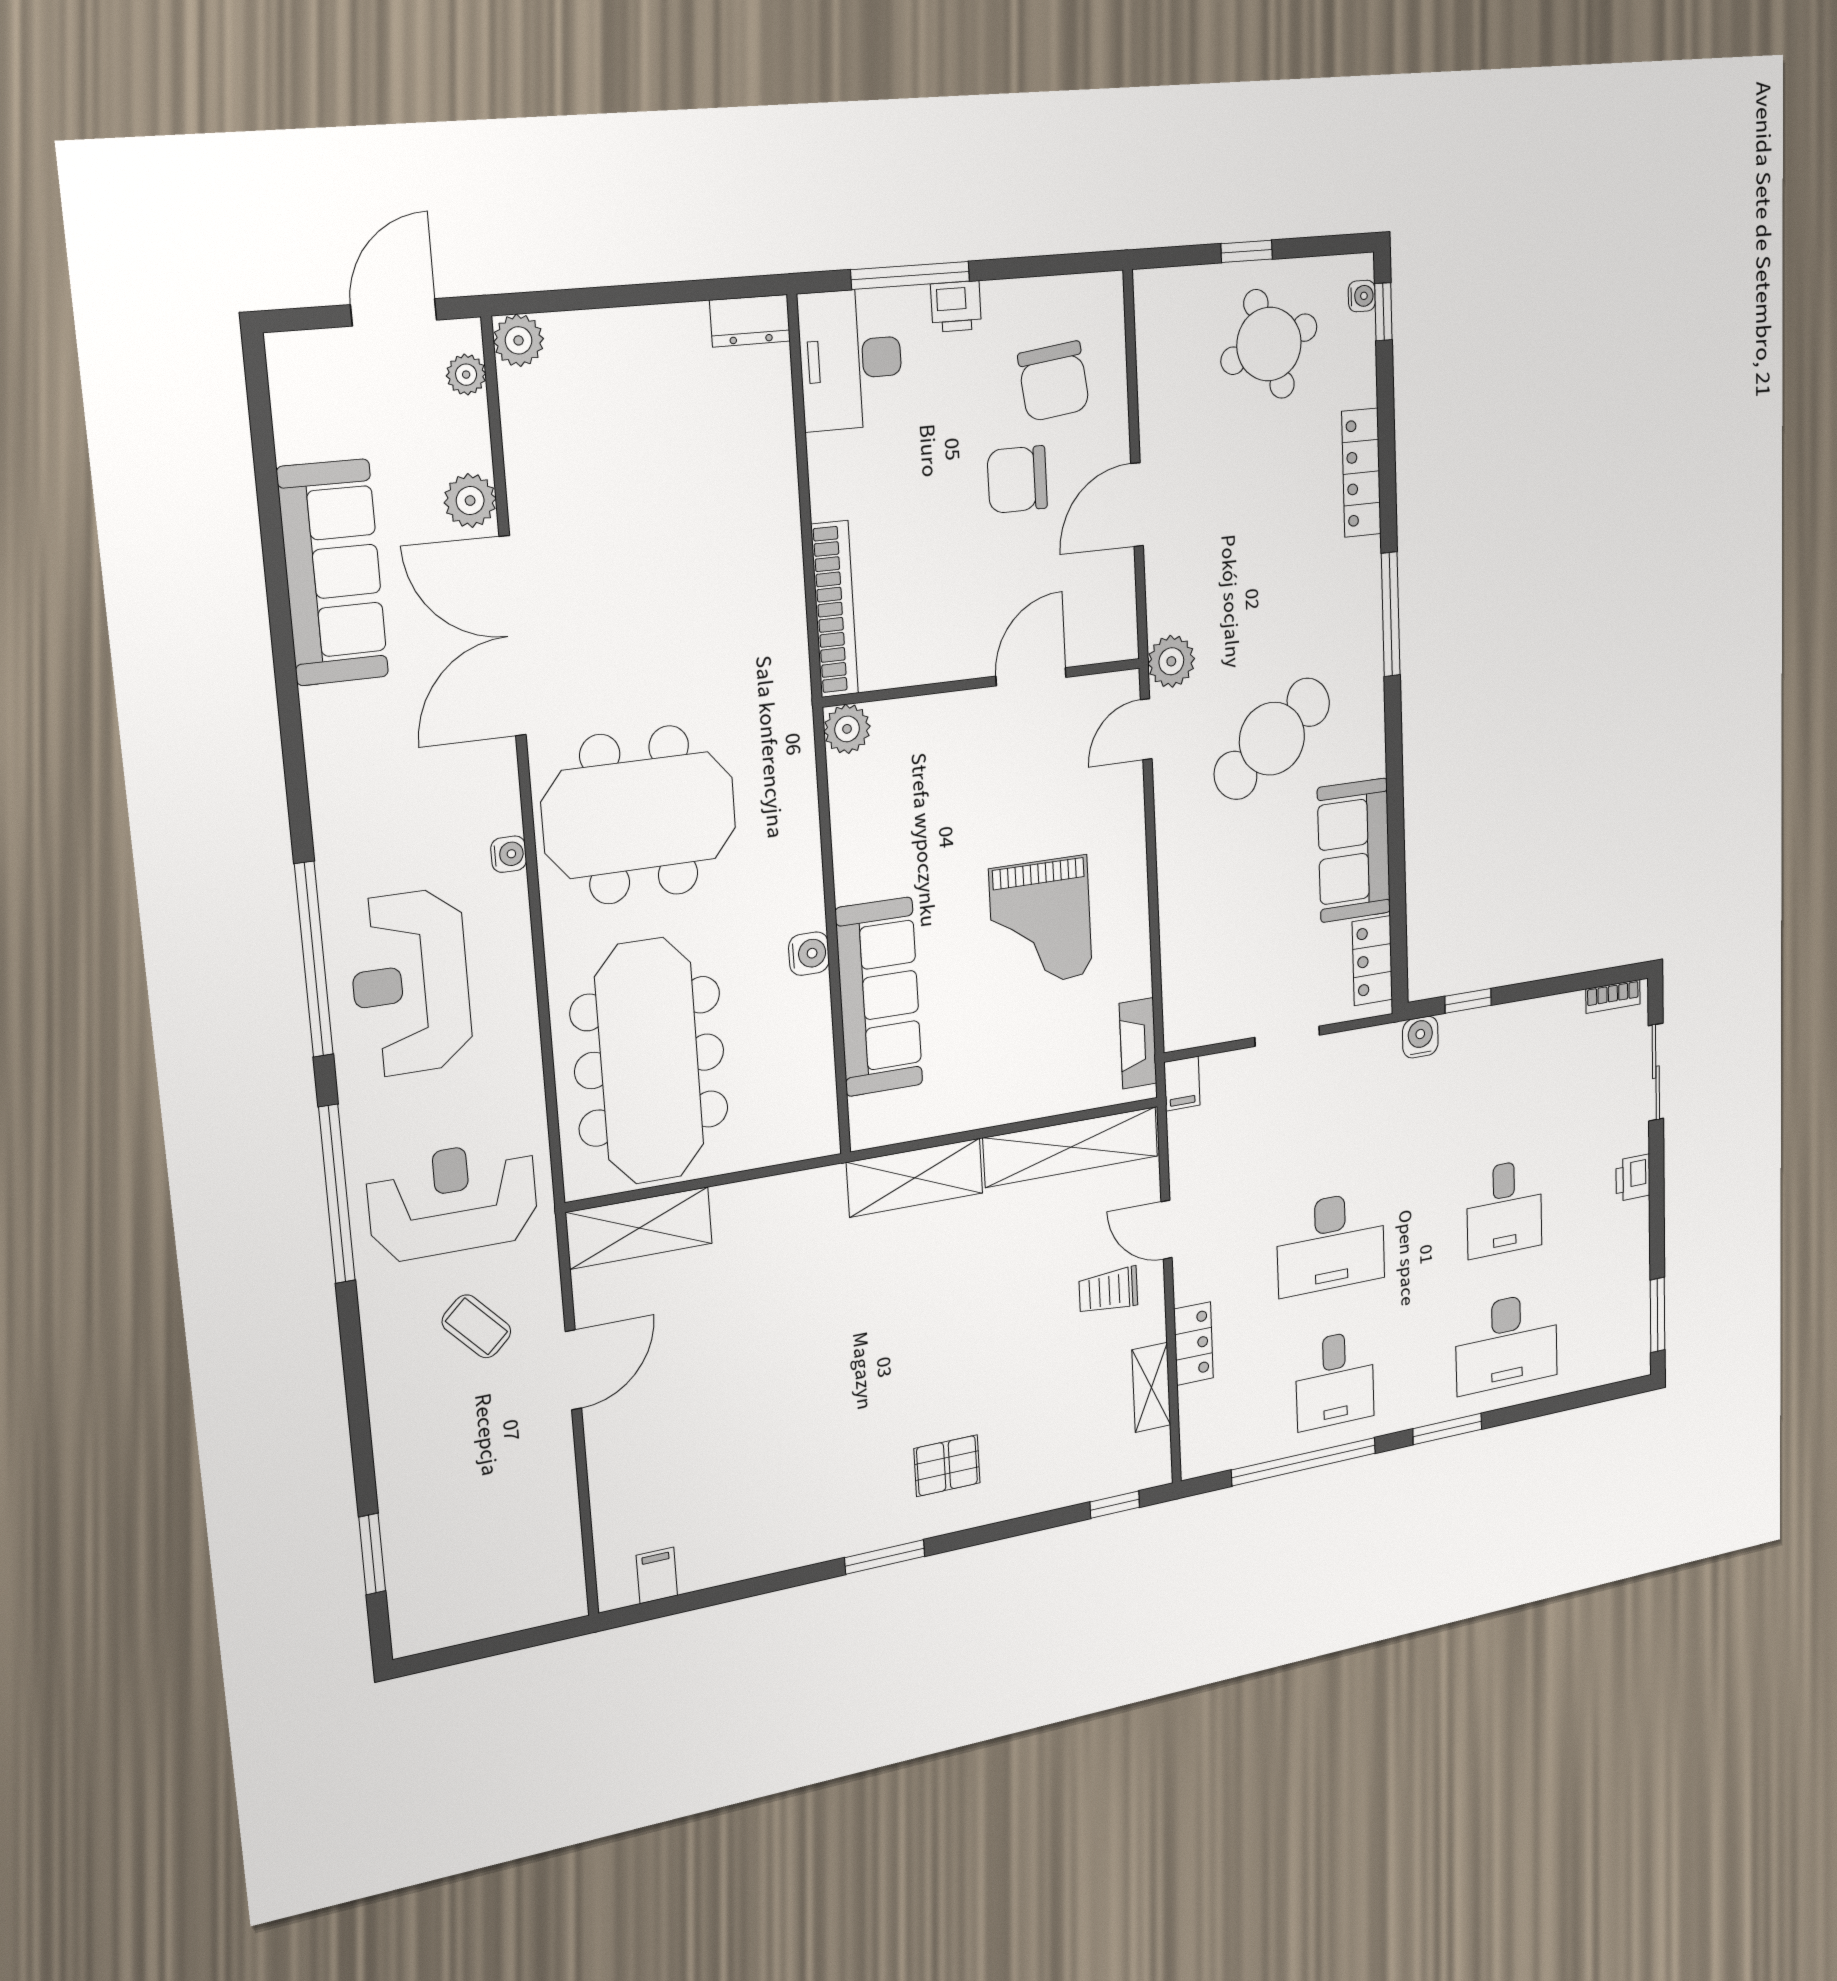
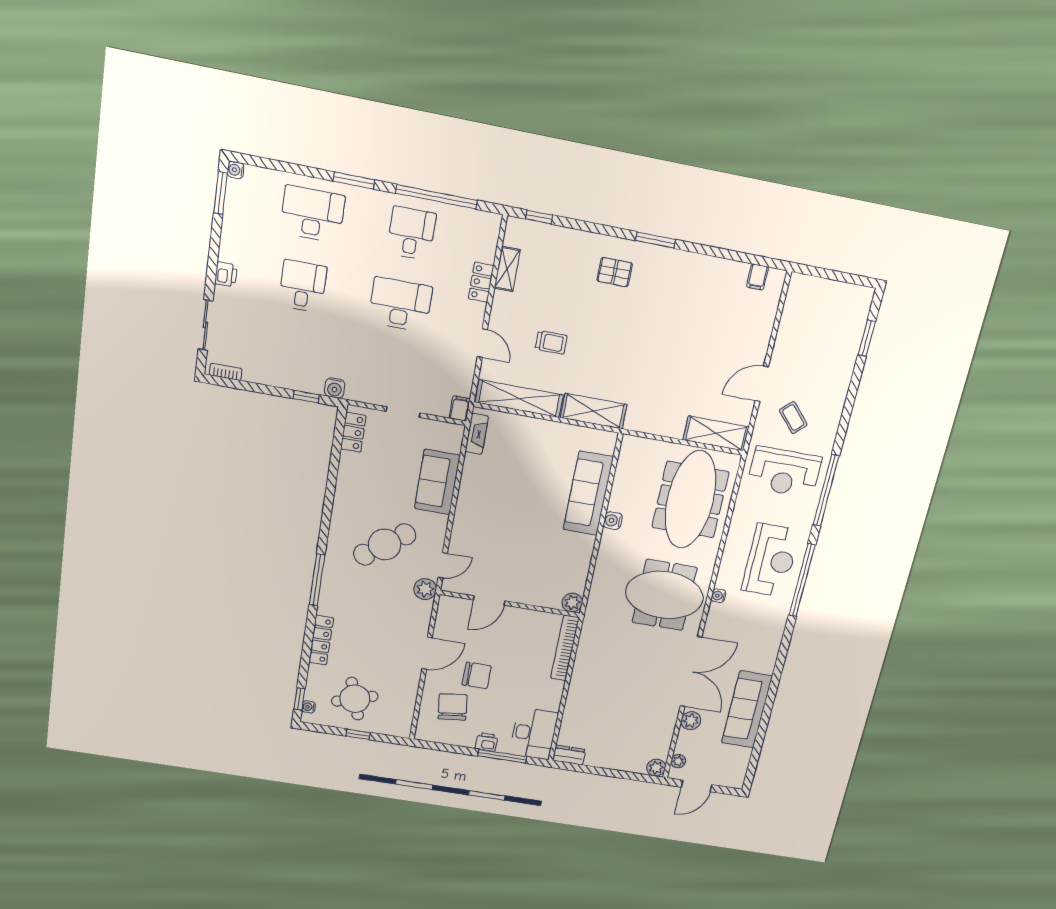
sofa: (1354, 850) -> (437, 482), moved, turned 180
grand piano: (1041, 922) -> (509, 501), removed
trolley: (1108, 1291) -> (551, 342), moved
water cooler: (1638, 1364) -> (236, 170), added

